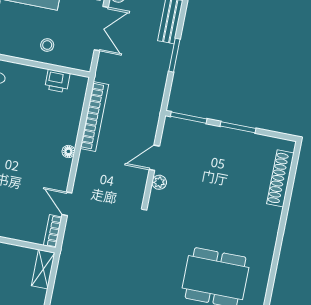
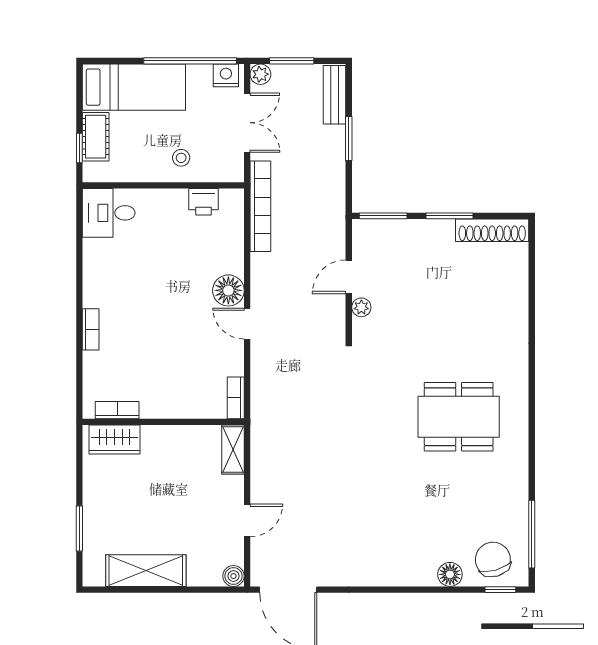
bookcase: (94, 116) -> (260, 206), moved
floor lamp: (68, 151) -> (228, 290), width x1.89, depth x1.89
shoe rack: (280, 178) -> (492, 230), moved, turned -90
door: (67, 204) -> (247, 324), moved

